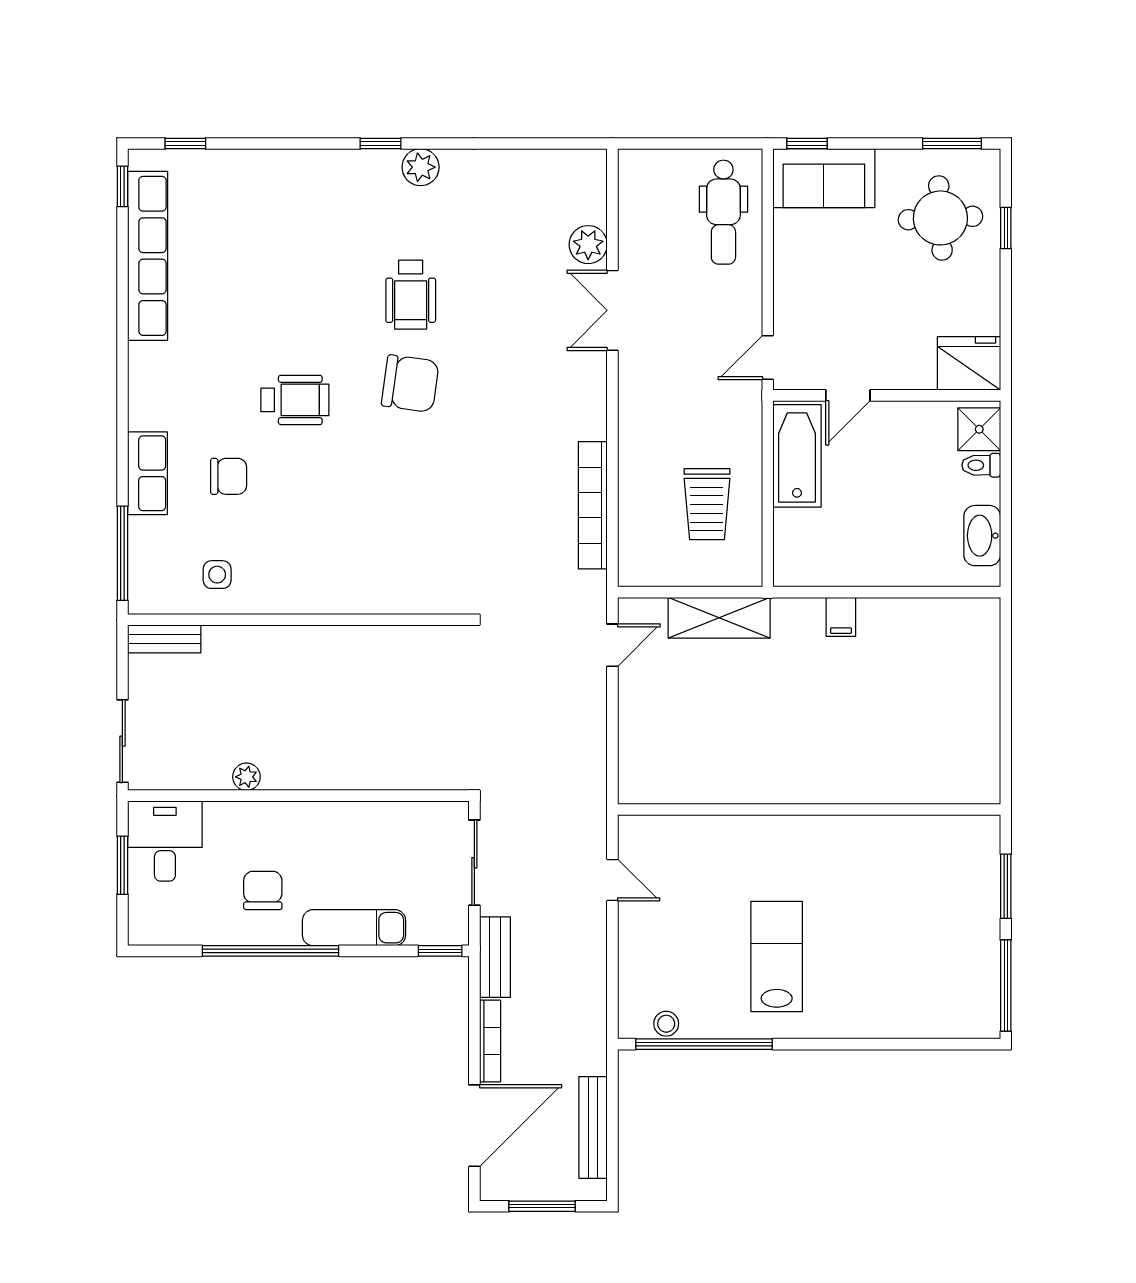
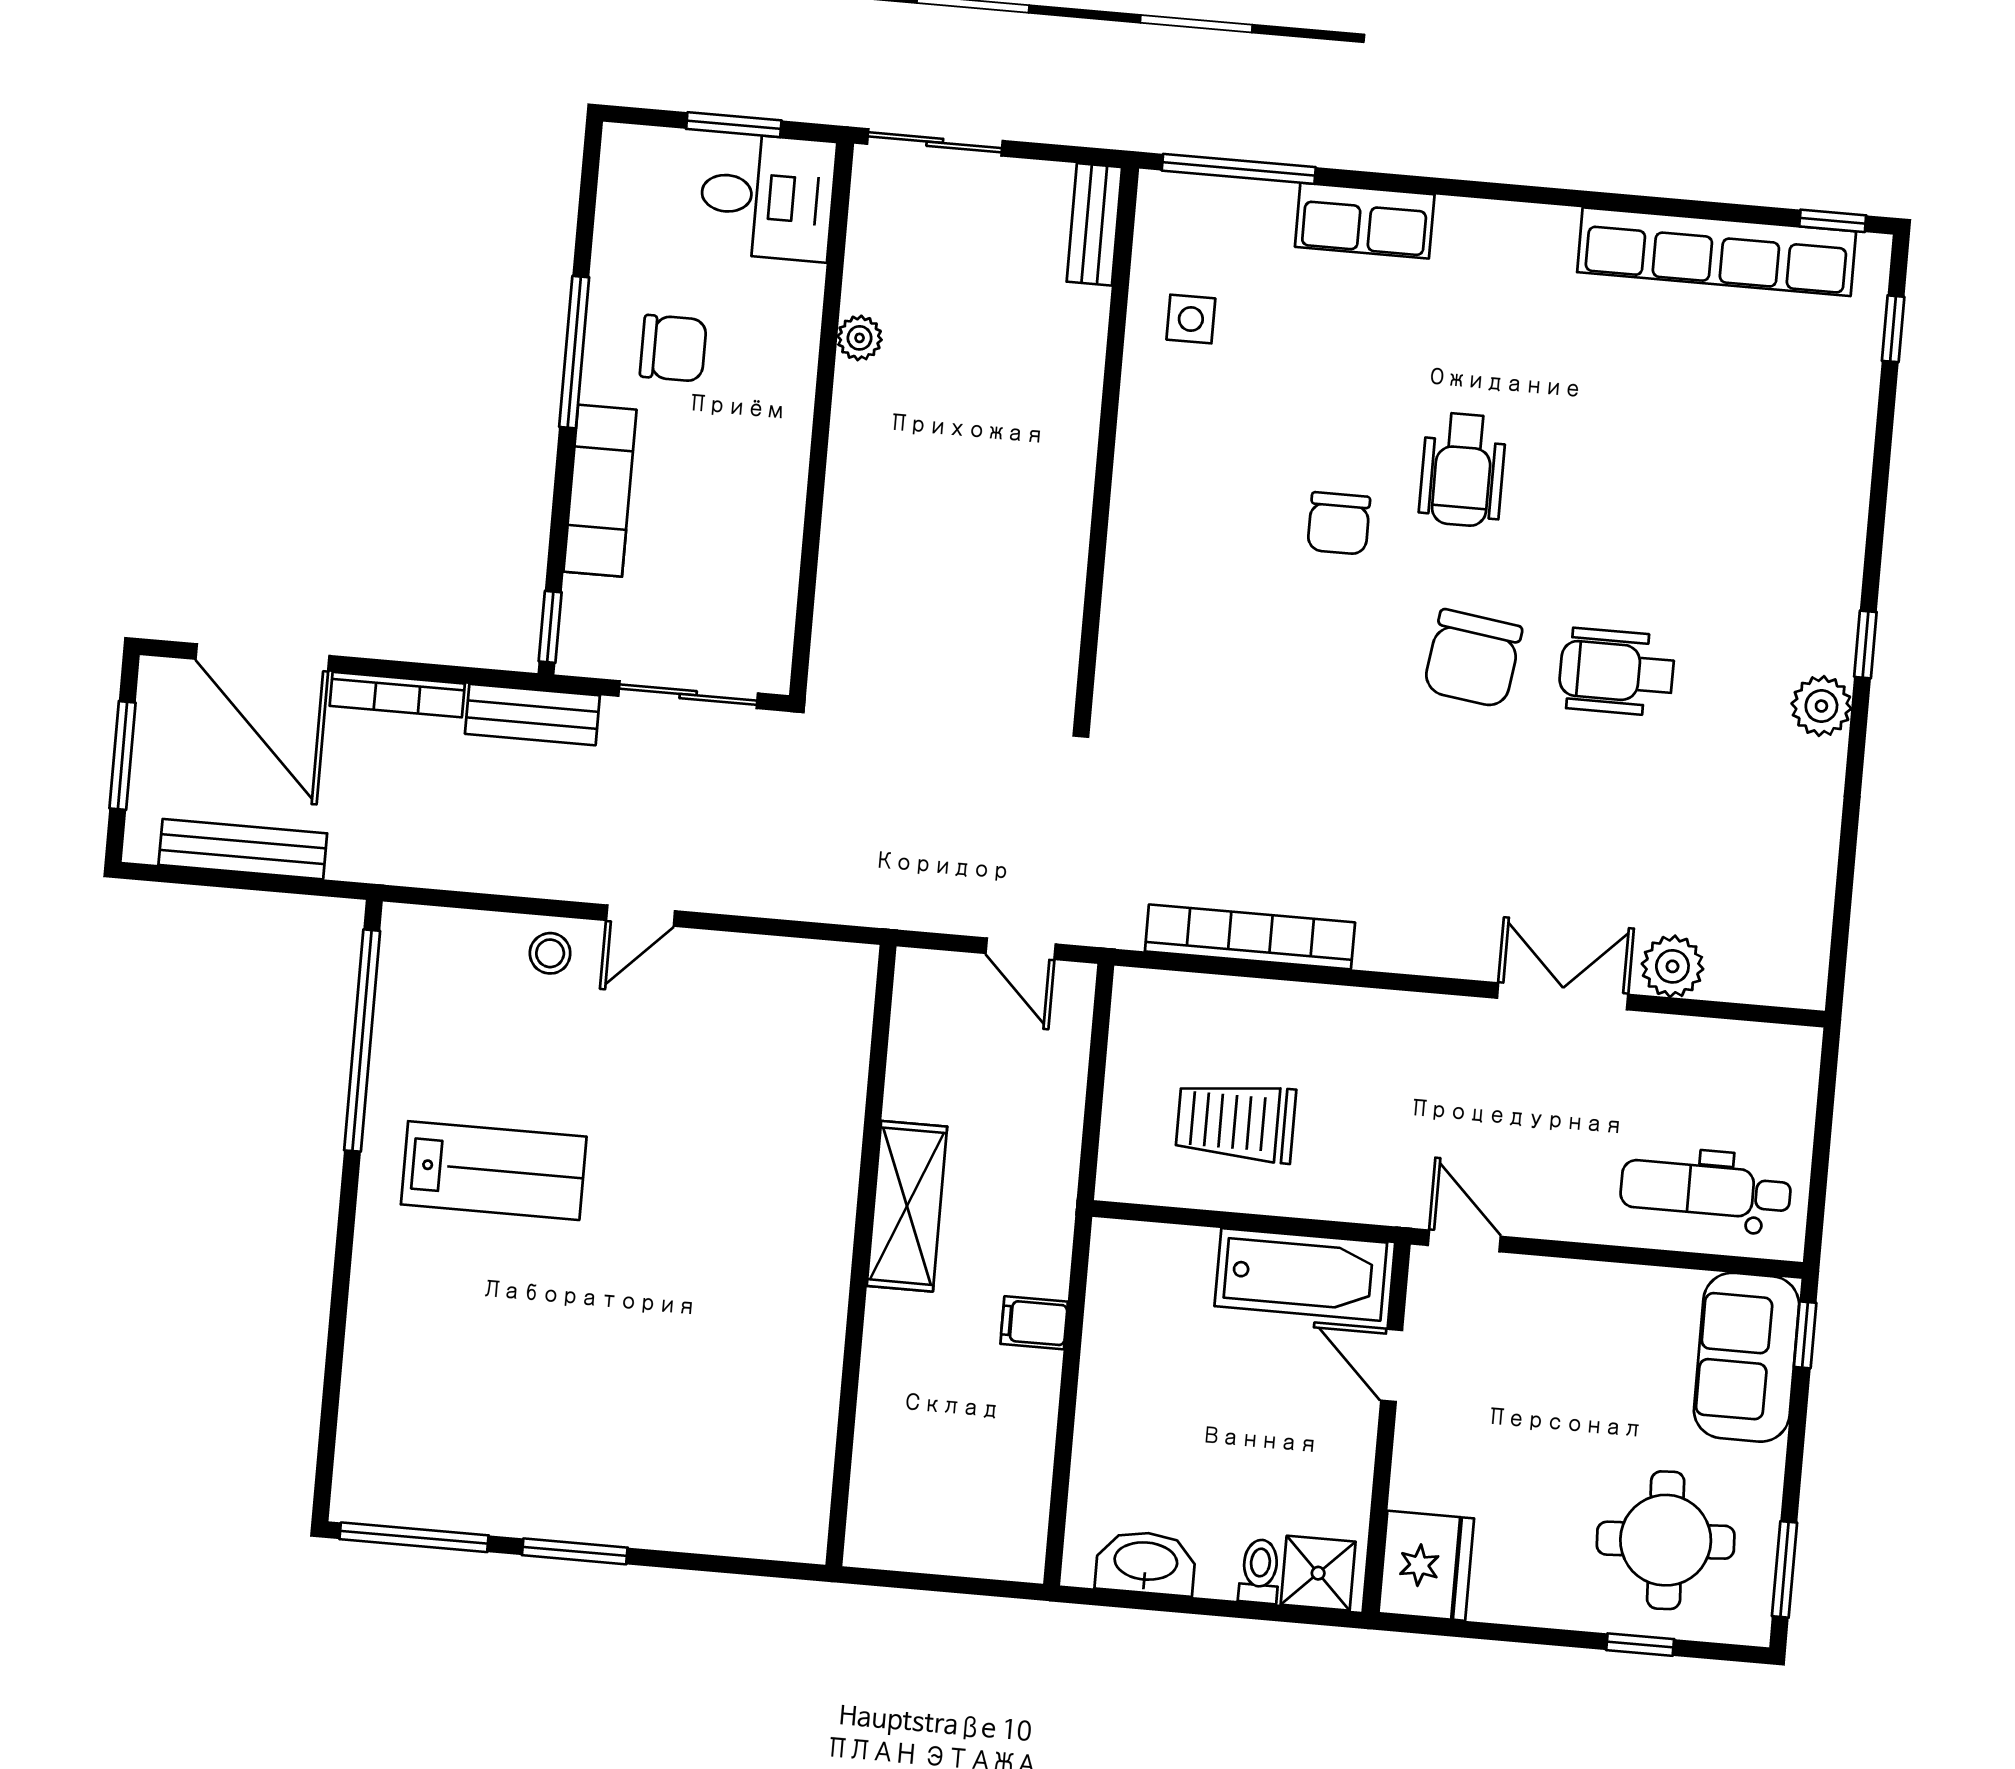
chair: (229, 476) -> (1339, 523), moved
shelving: (719, 618) -> (907, 1206), moved
wall: (809, 809) -> (861, 1256), moved
window: (271, 951) -> (574, 352), width x0.68
stool: (666, 1024) -> (550, 953), moved

